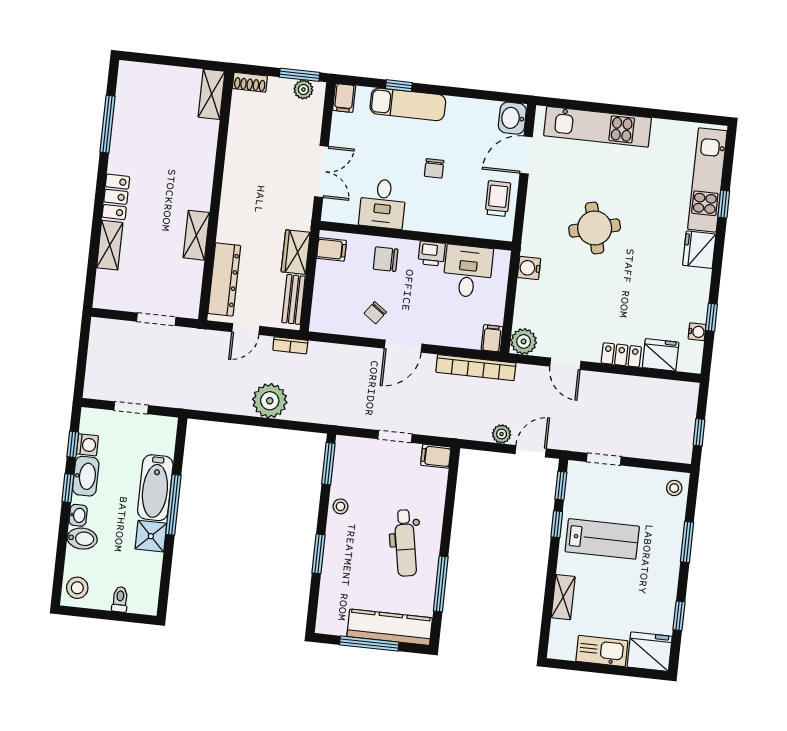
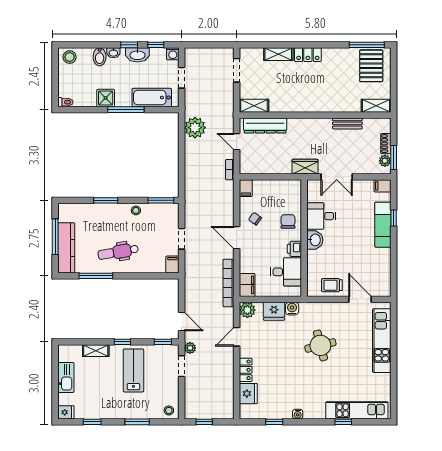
shoe rack: (250, 82) -> (386, 144), moved
pallet: (145, 95) -> (371, 66), added
washbasin: (512, 118) -> (315, 240), moved, turned 90
window: (107, 124) -> (367, 45), moved
chair: (434, 168) -> (346, 245), removed
trolley: (498, 199) -> (332, 285), turned 180
shelving: (196, 235) -> (254, 106), moved
filing cabinet: (331, 249) -> (246, 188), moved
fridge: (699, 250) -> (274, 311), moved, turned 180
wardrobe: (296, 252) -> (305, 167), moved
bench: (294, 299) -> (347, 123), moved
doorway: (156, 319) -> (237, 70), moved
water cooler: (697, 332) -> (298, 414), moved
filing cabinet: (492, 338) -> (247, 285), width x2.00
plant: (270, 401) -> (195, 128), moved
plant: (502, 434) -> (190, 348), moved
washing machine: (87, 445) -> (173, 54), moved
bathtub: (155, 488) -> (152, 98), moved
window: (557, 524) -> (122, 342), moved
lab bench: (602, 539) -> (133, 370), turned 180
toilet: (120, 599) -> (65, 102), moved
fridge: (650, 652) -> (66, 412), width x0.53, depth x0.75

